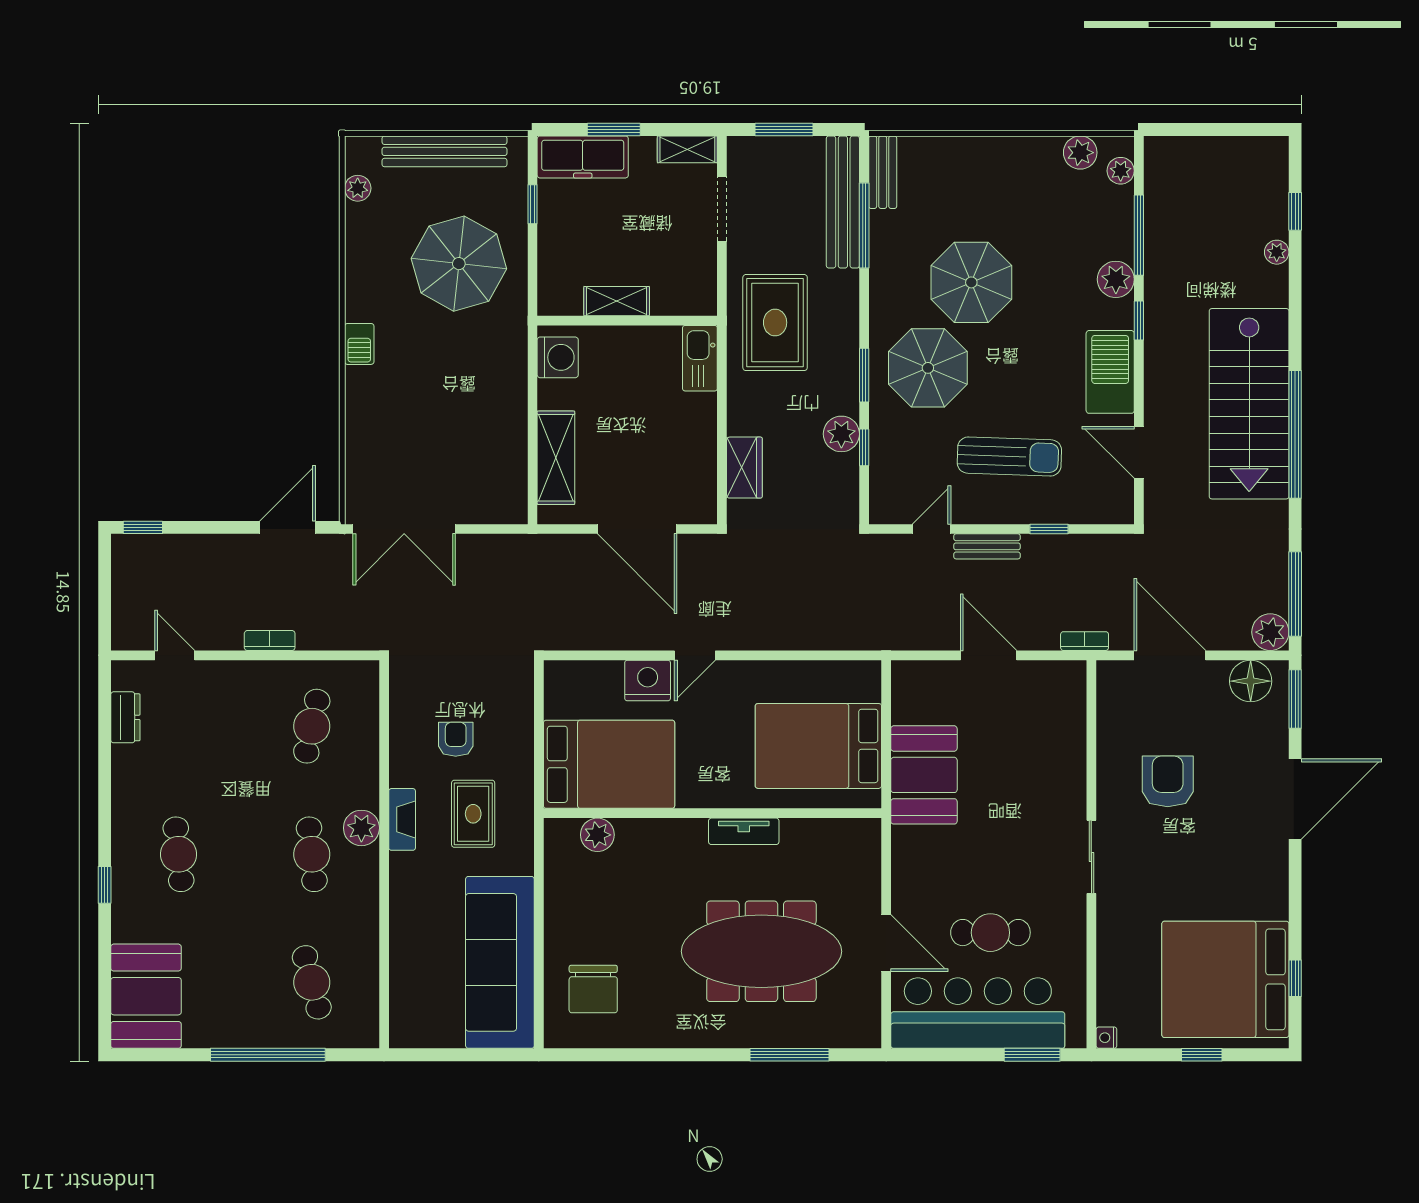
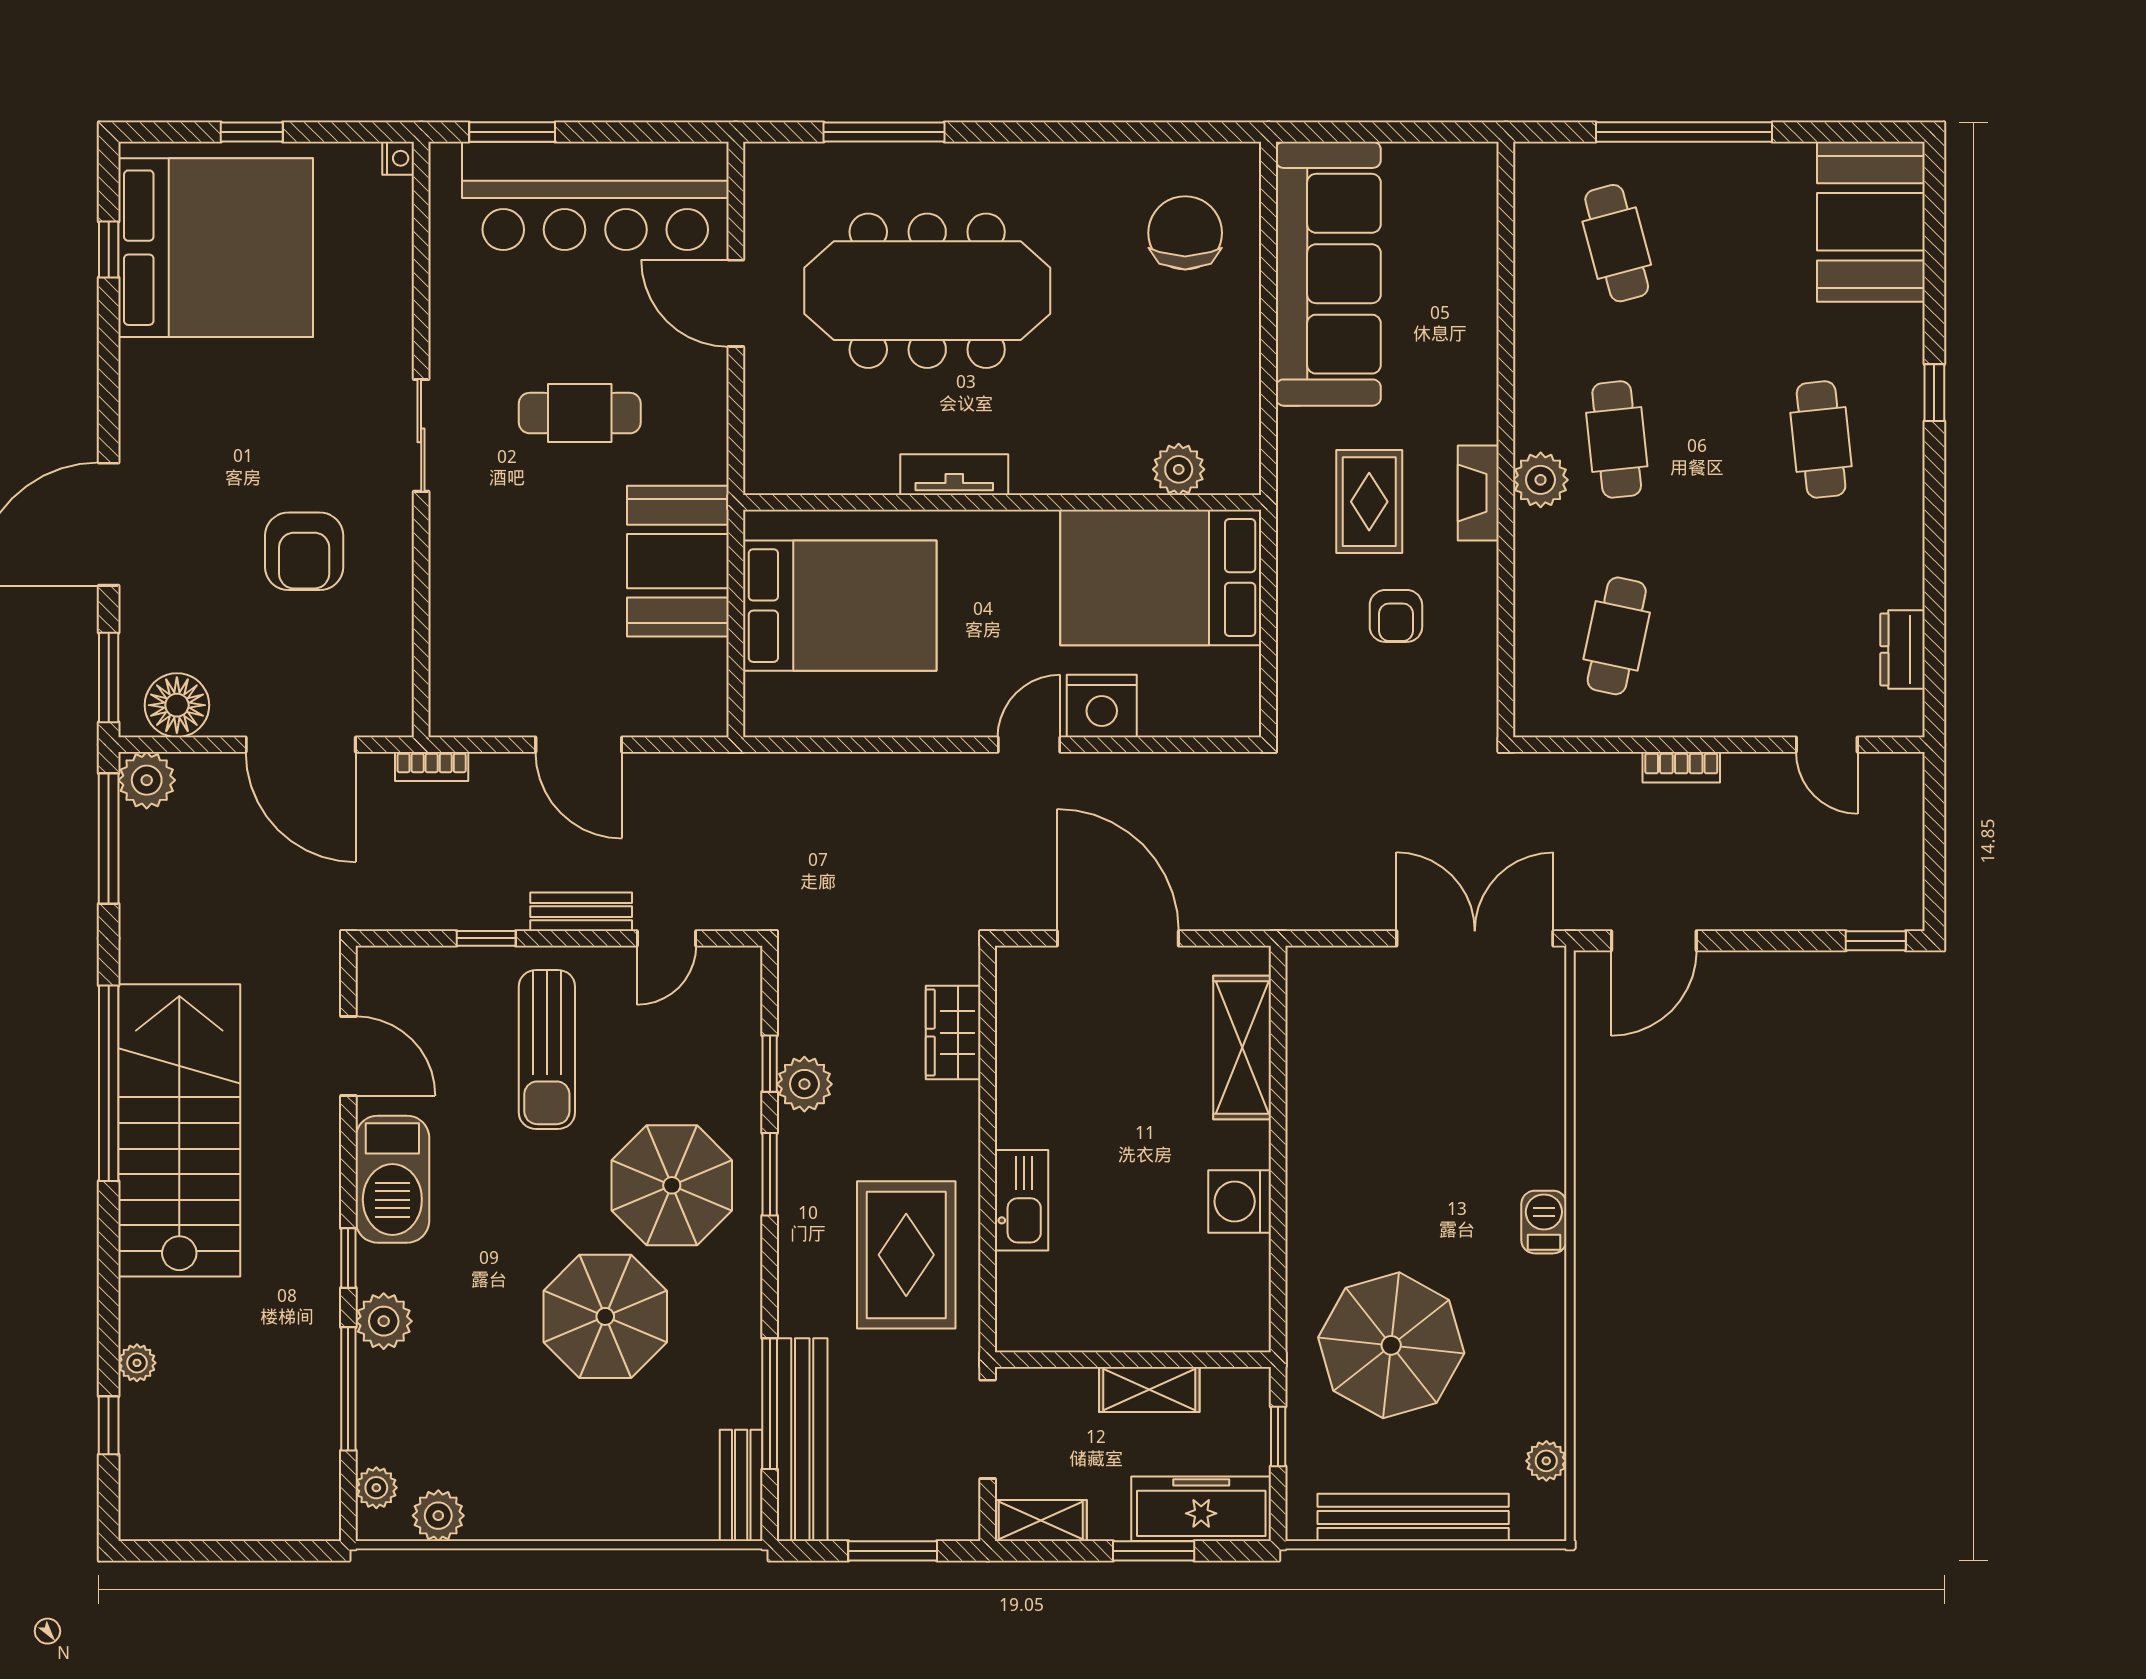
shelving: (617, 301) -> (1149, 1389), moved
wall: (627, 321) -> (1133, 1360), moved
sun lounger: (1009, 456) -> (547, 1049), turned -92
cafe table: (990, 933) -> (580, 413), moved

